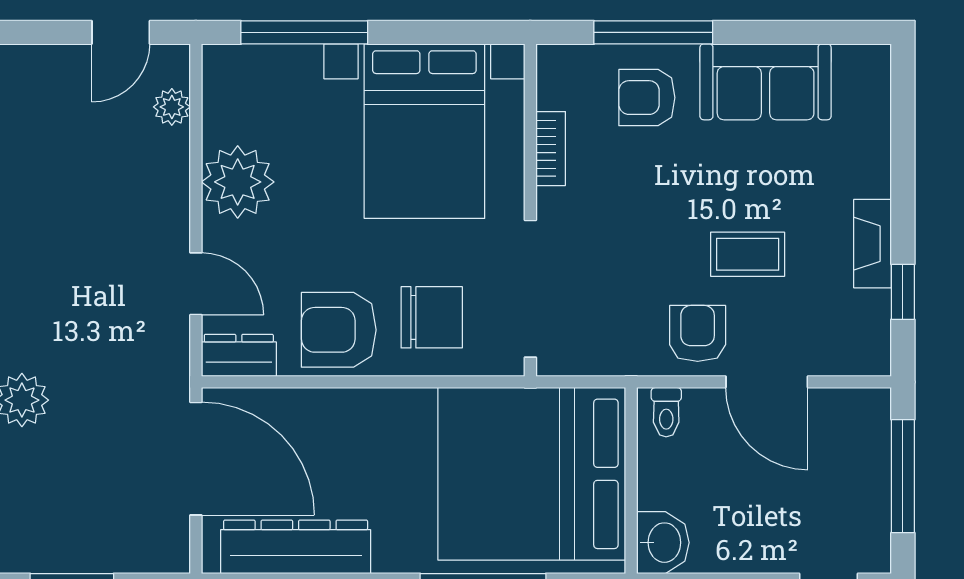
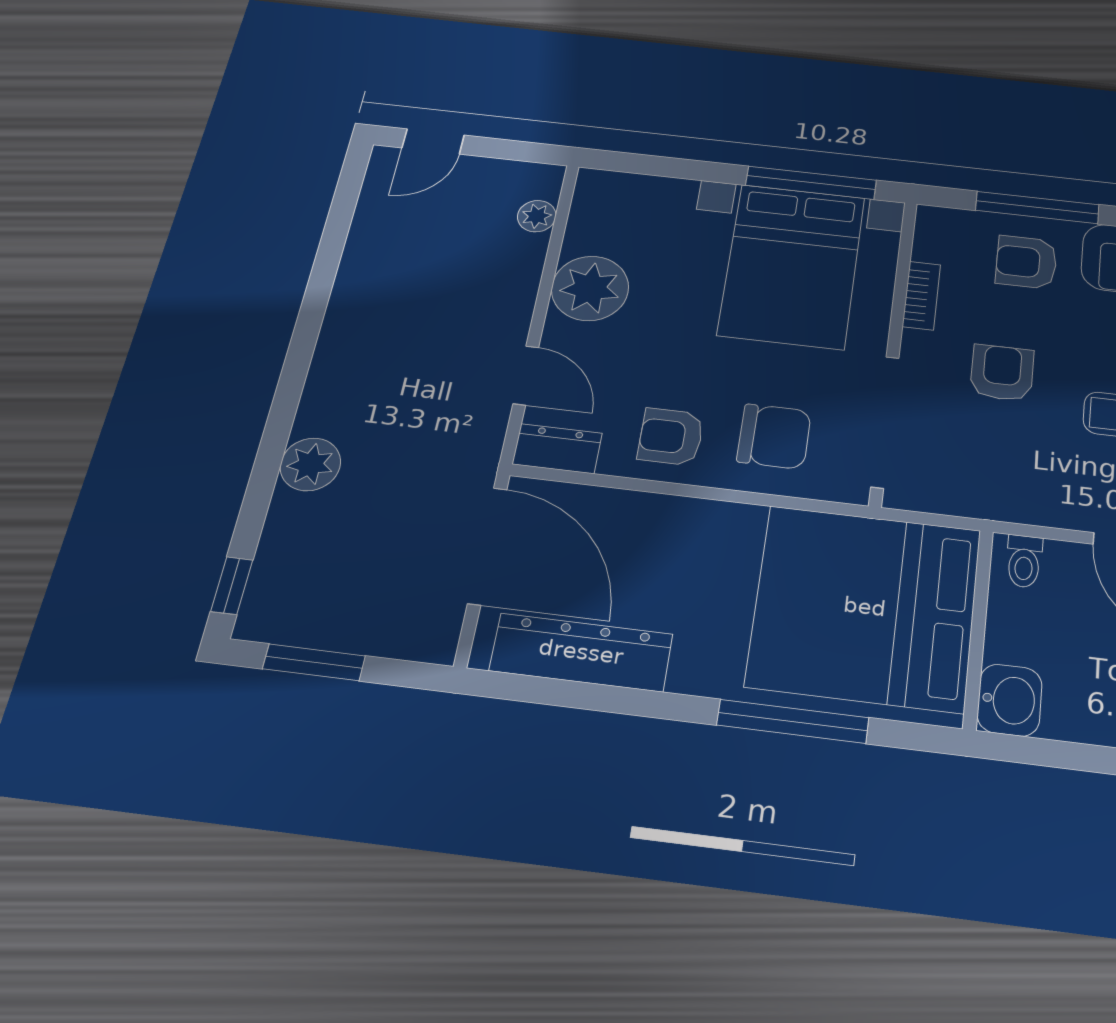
door: (121, 32) -> (433, 141), moved
window: (304, 32) -> (811, 183), moved
armchair: (339, 330) -> (671, 437), width x0.72, depth x0.72
armchair: (698, 333) -> (1002, 373), moved

